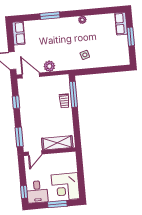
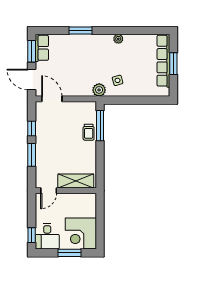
row of seats: (121, 24) -> (163, 61), width x2.02
window: (10, 37) -> (32, 51), added
plant: (49, 66) -> (99, 90), moved
window: (19, 137) -> (32, 155), moved

